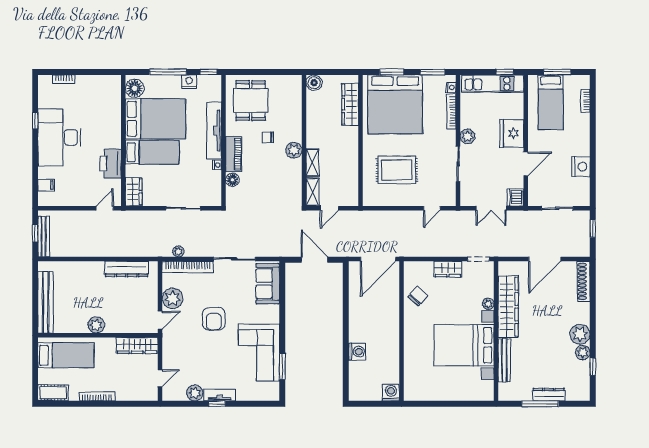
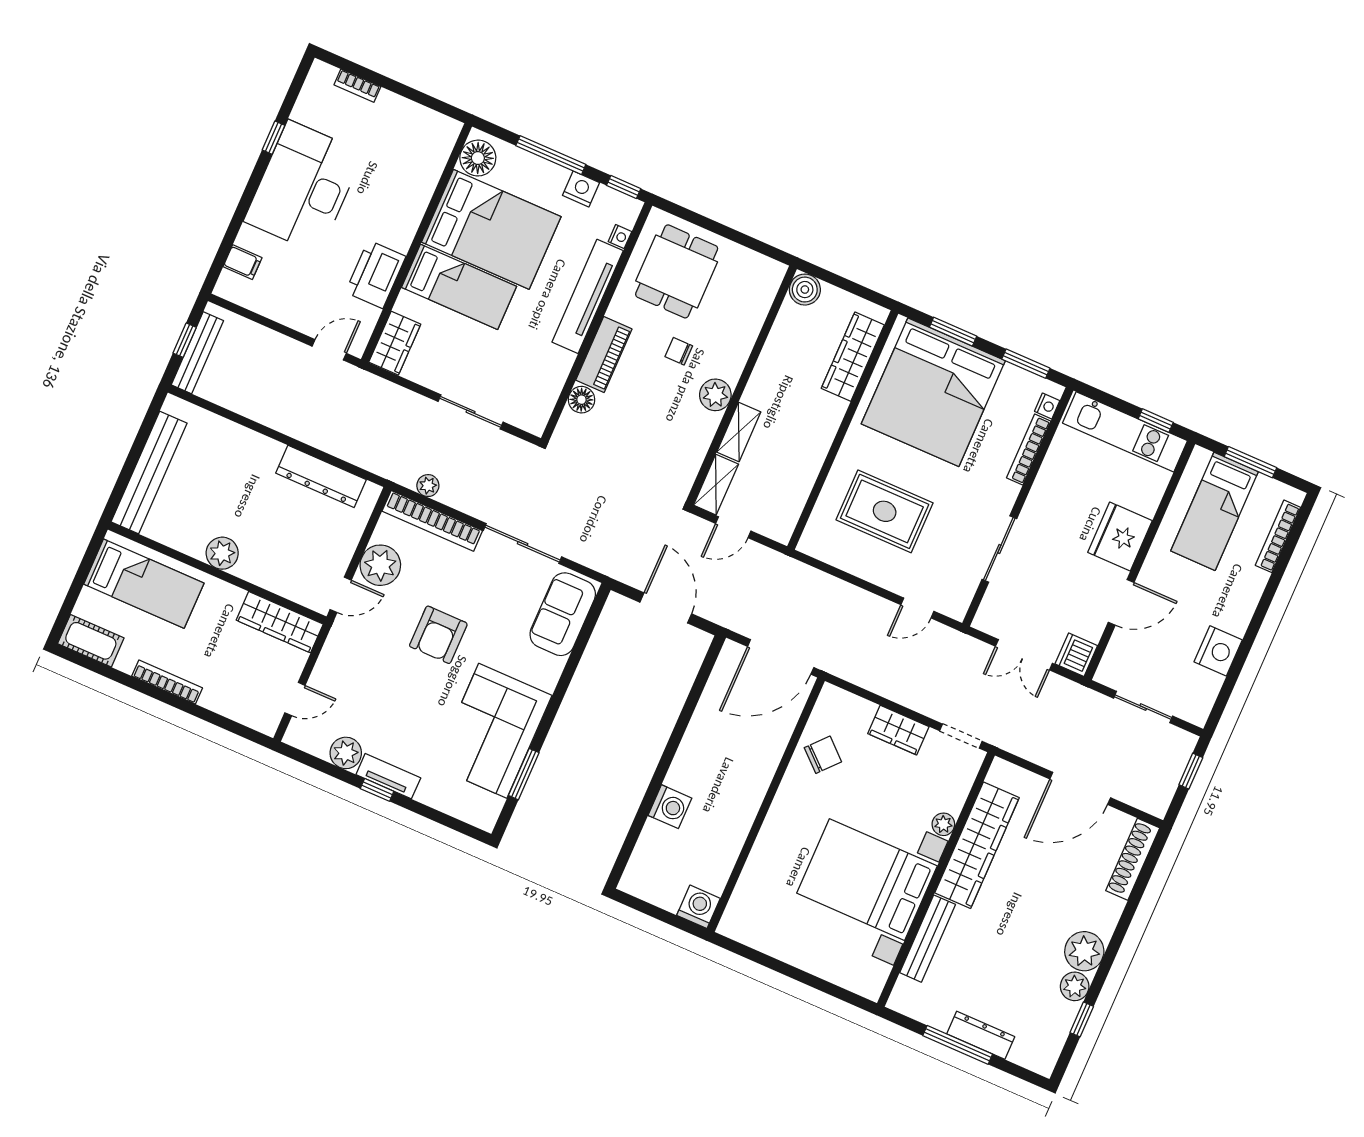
bookcase: (585, 101) -> (1278, 536), width x1.56
plant: (467, 136) -> (1038, 507), removed
nightstand: (217, 165) -> (620, 237), moved

